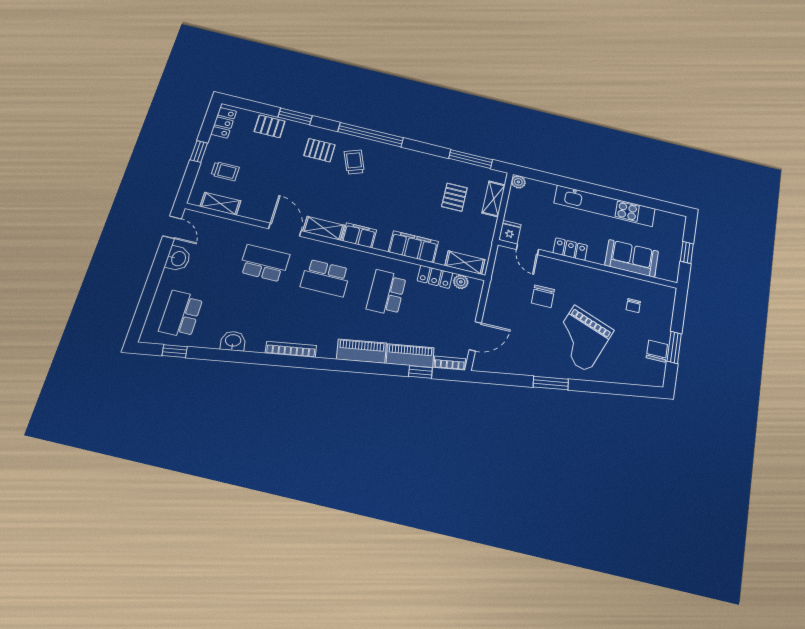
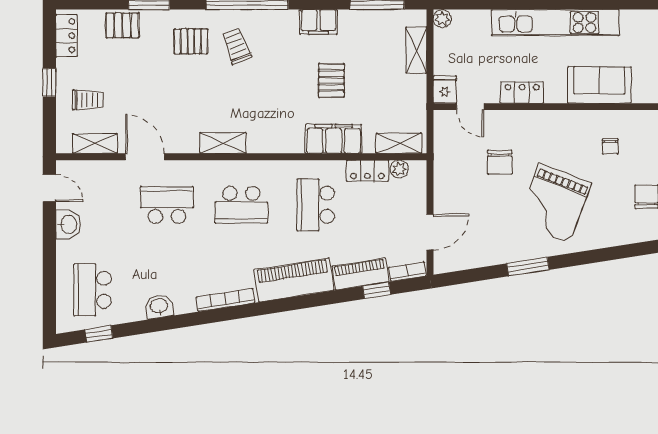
pallet: (454, 197) -> (331, 81), moved
door: (285, 230) -> (145, 157), moved
filing cabinet: (359, 235) -> (319, 22), moved, turned 180
piano: (361, 351) -> (294, 280), width x1.37, depth x1.33

